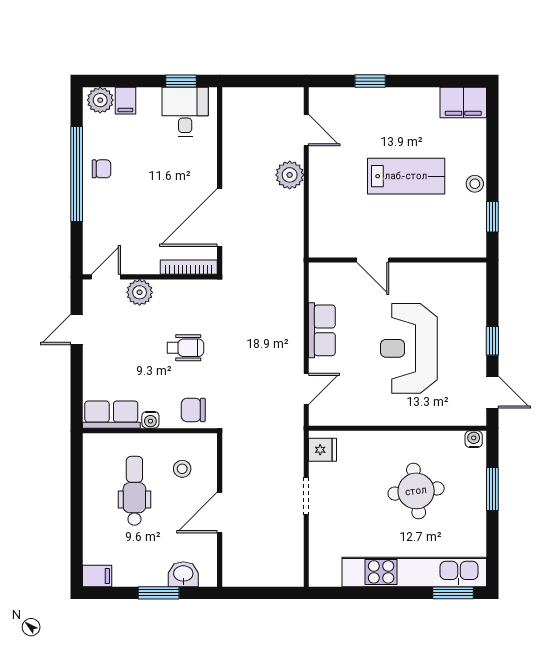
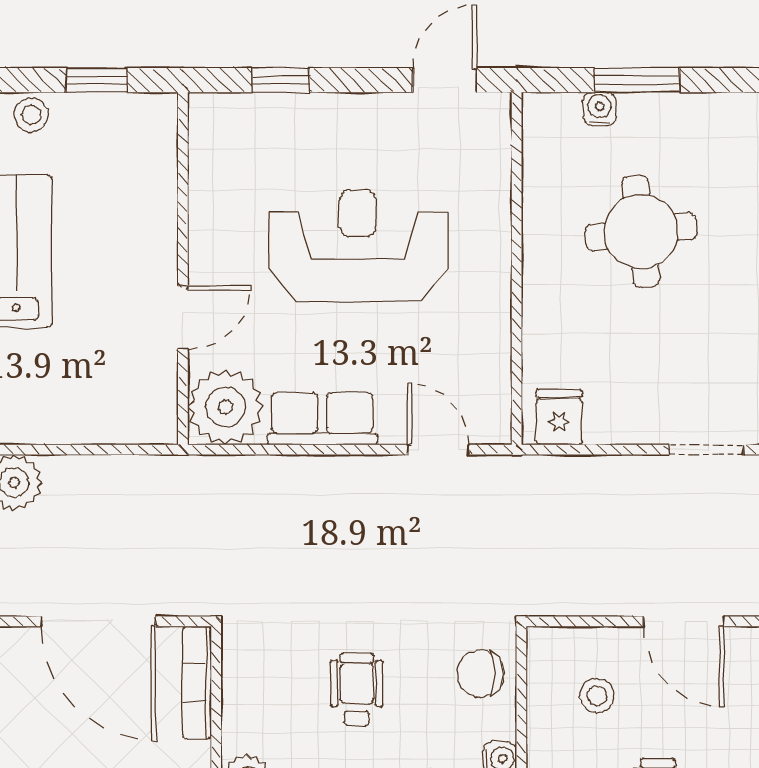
plant: (328, 282) -> (226, 407), added
window: (492, 341) -> (281, 80), moved
reception desk: (409, 348) -> (358, 246), turned 180
chair: (193, 410) -> (480, 674), turned 90
water cooler: (474, 439) -> (599, 109), moved, turned 90
doorway: (306, 496) -> (707, 450), moved

